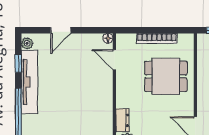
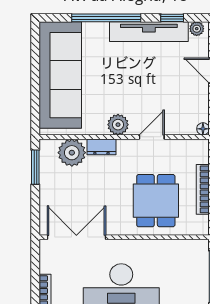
door: (114, 60) -> (152, 137), moved
plant: (105, 107) -> (118, 125), added

